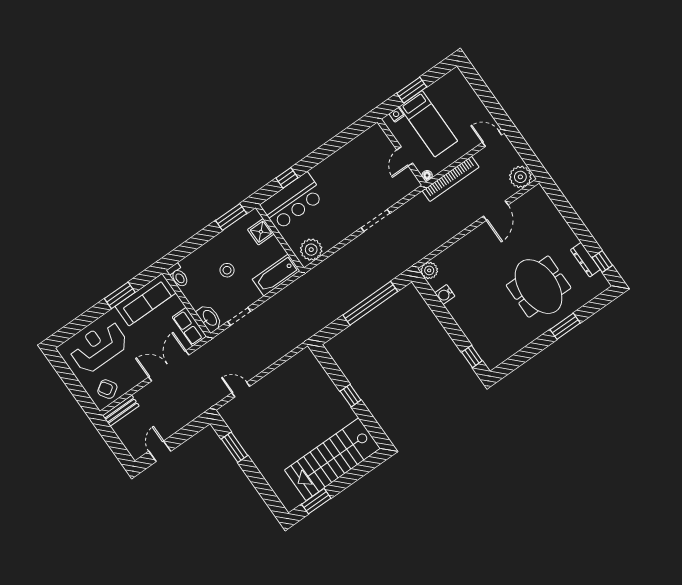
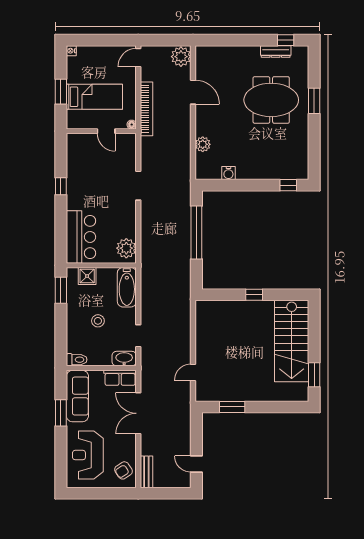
nightstand: (397, 115) -> (71, 51), moved
window: (287, 178) -> (61, 186), moved
plant: (429, 270) -> (203, 144), moved

